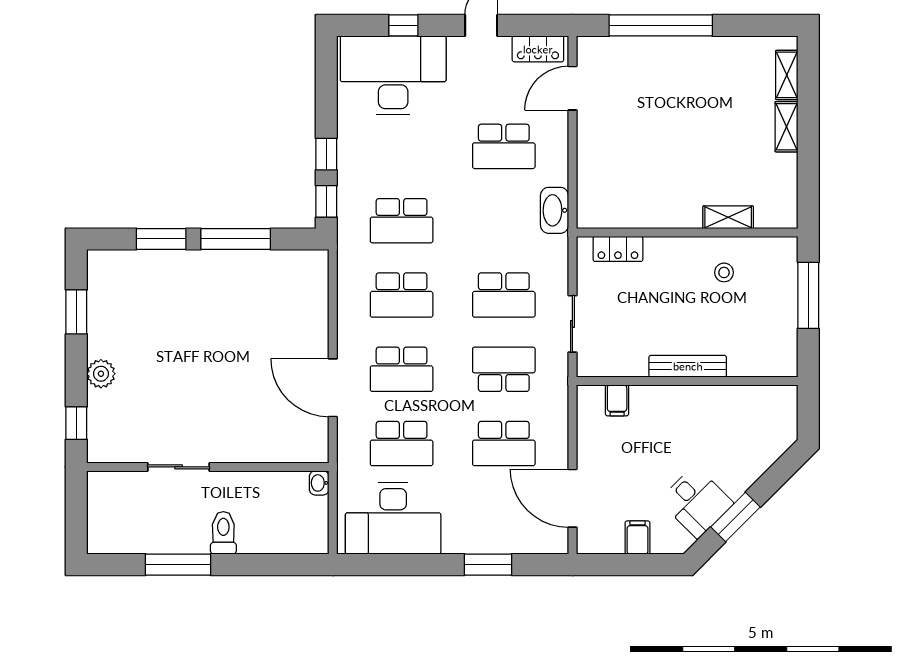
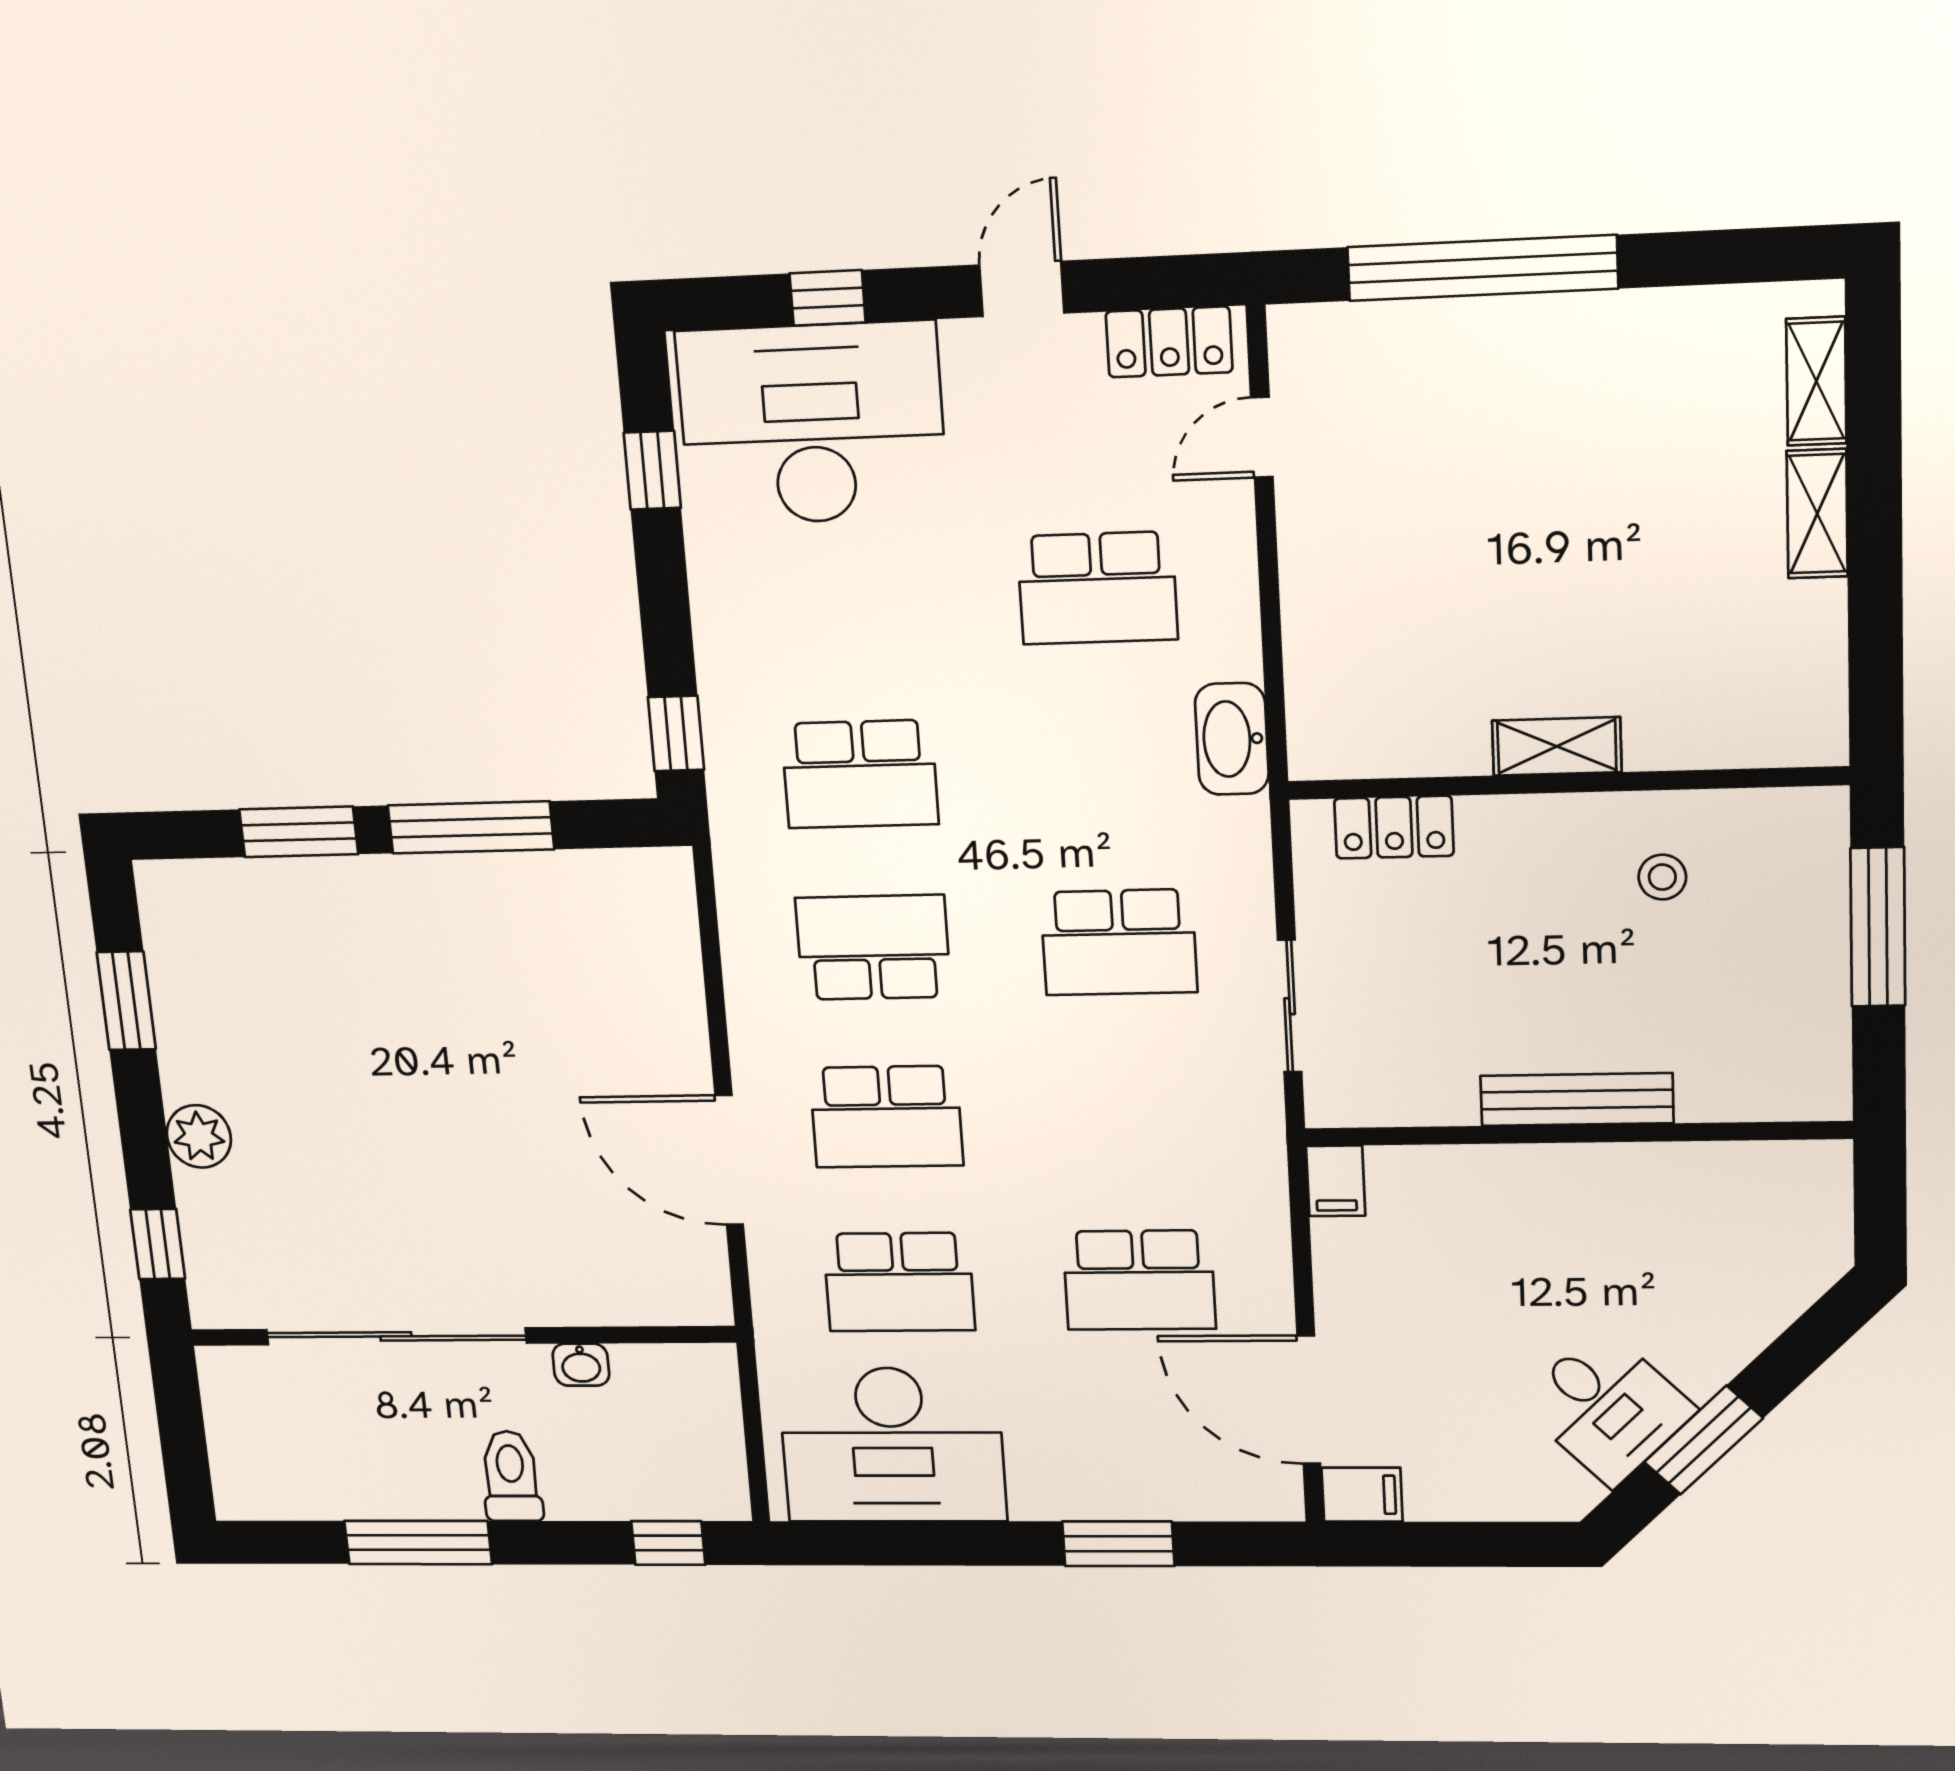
door: (572, 88) -> (1262, 437), width x0.73
window: (326, 154) -> (652, 470), moved
shelving: (728, 217) -> (1557, 746), moved
school desk: (402, 295) -> (873, 947), turned 180
school desk: (504, 369) -> (1129, 1113), removed
filing cabinet: (617, 400) -> (1336, 1181), moved
sliding door: (179, 467) -> (396, 1336), width x1.86
washbasin: (319, 483) -> (581, 1365), moved, turned -90
filing cabinet: (638, 538) -> (1362, 1495), moved, turned 90
window: (291, 565) -> (668, 1543), added

